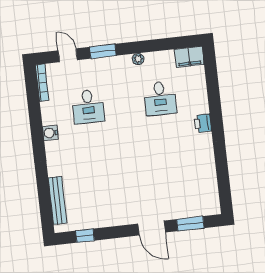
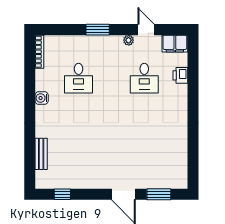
door: (68, 55) -> (146, 30), moved
printer: (203, 123) -> (180, 75), moved
bench: (57, 200) -> (41, 154), width x0.73

